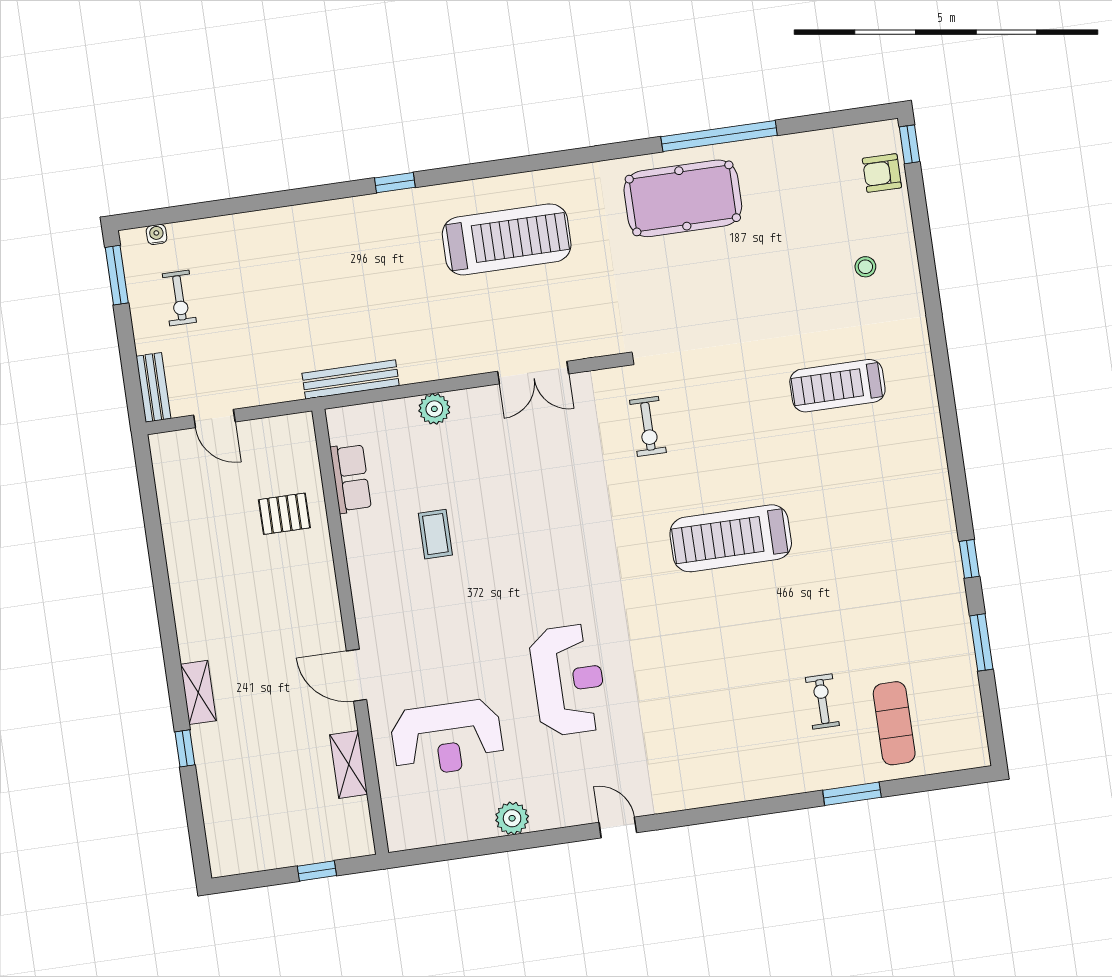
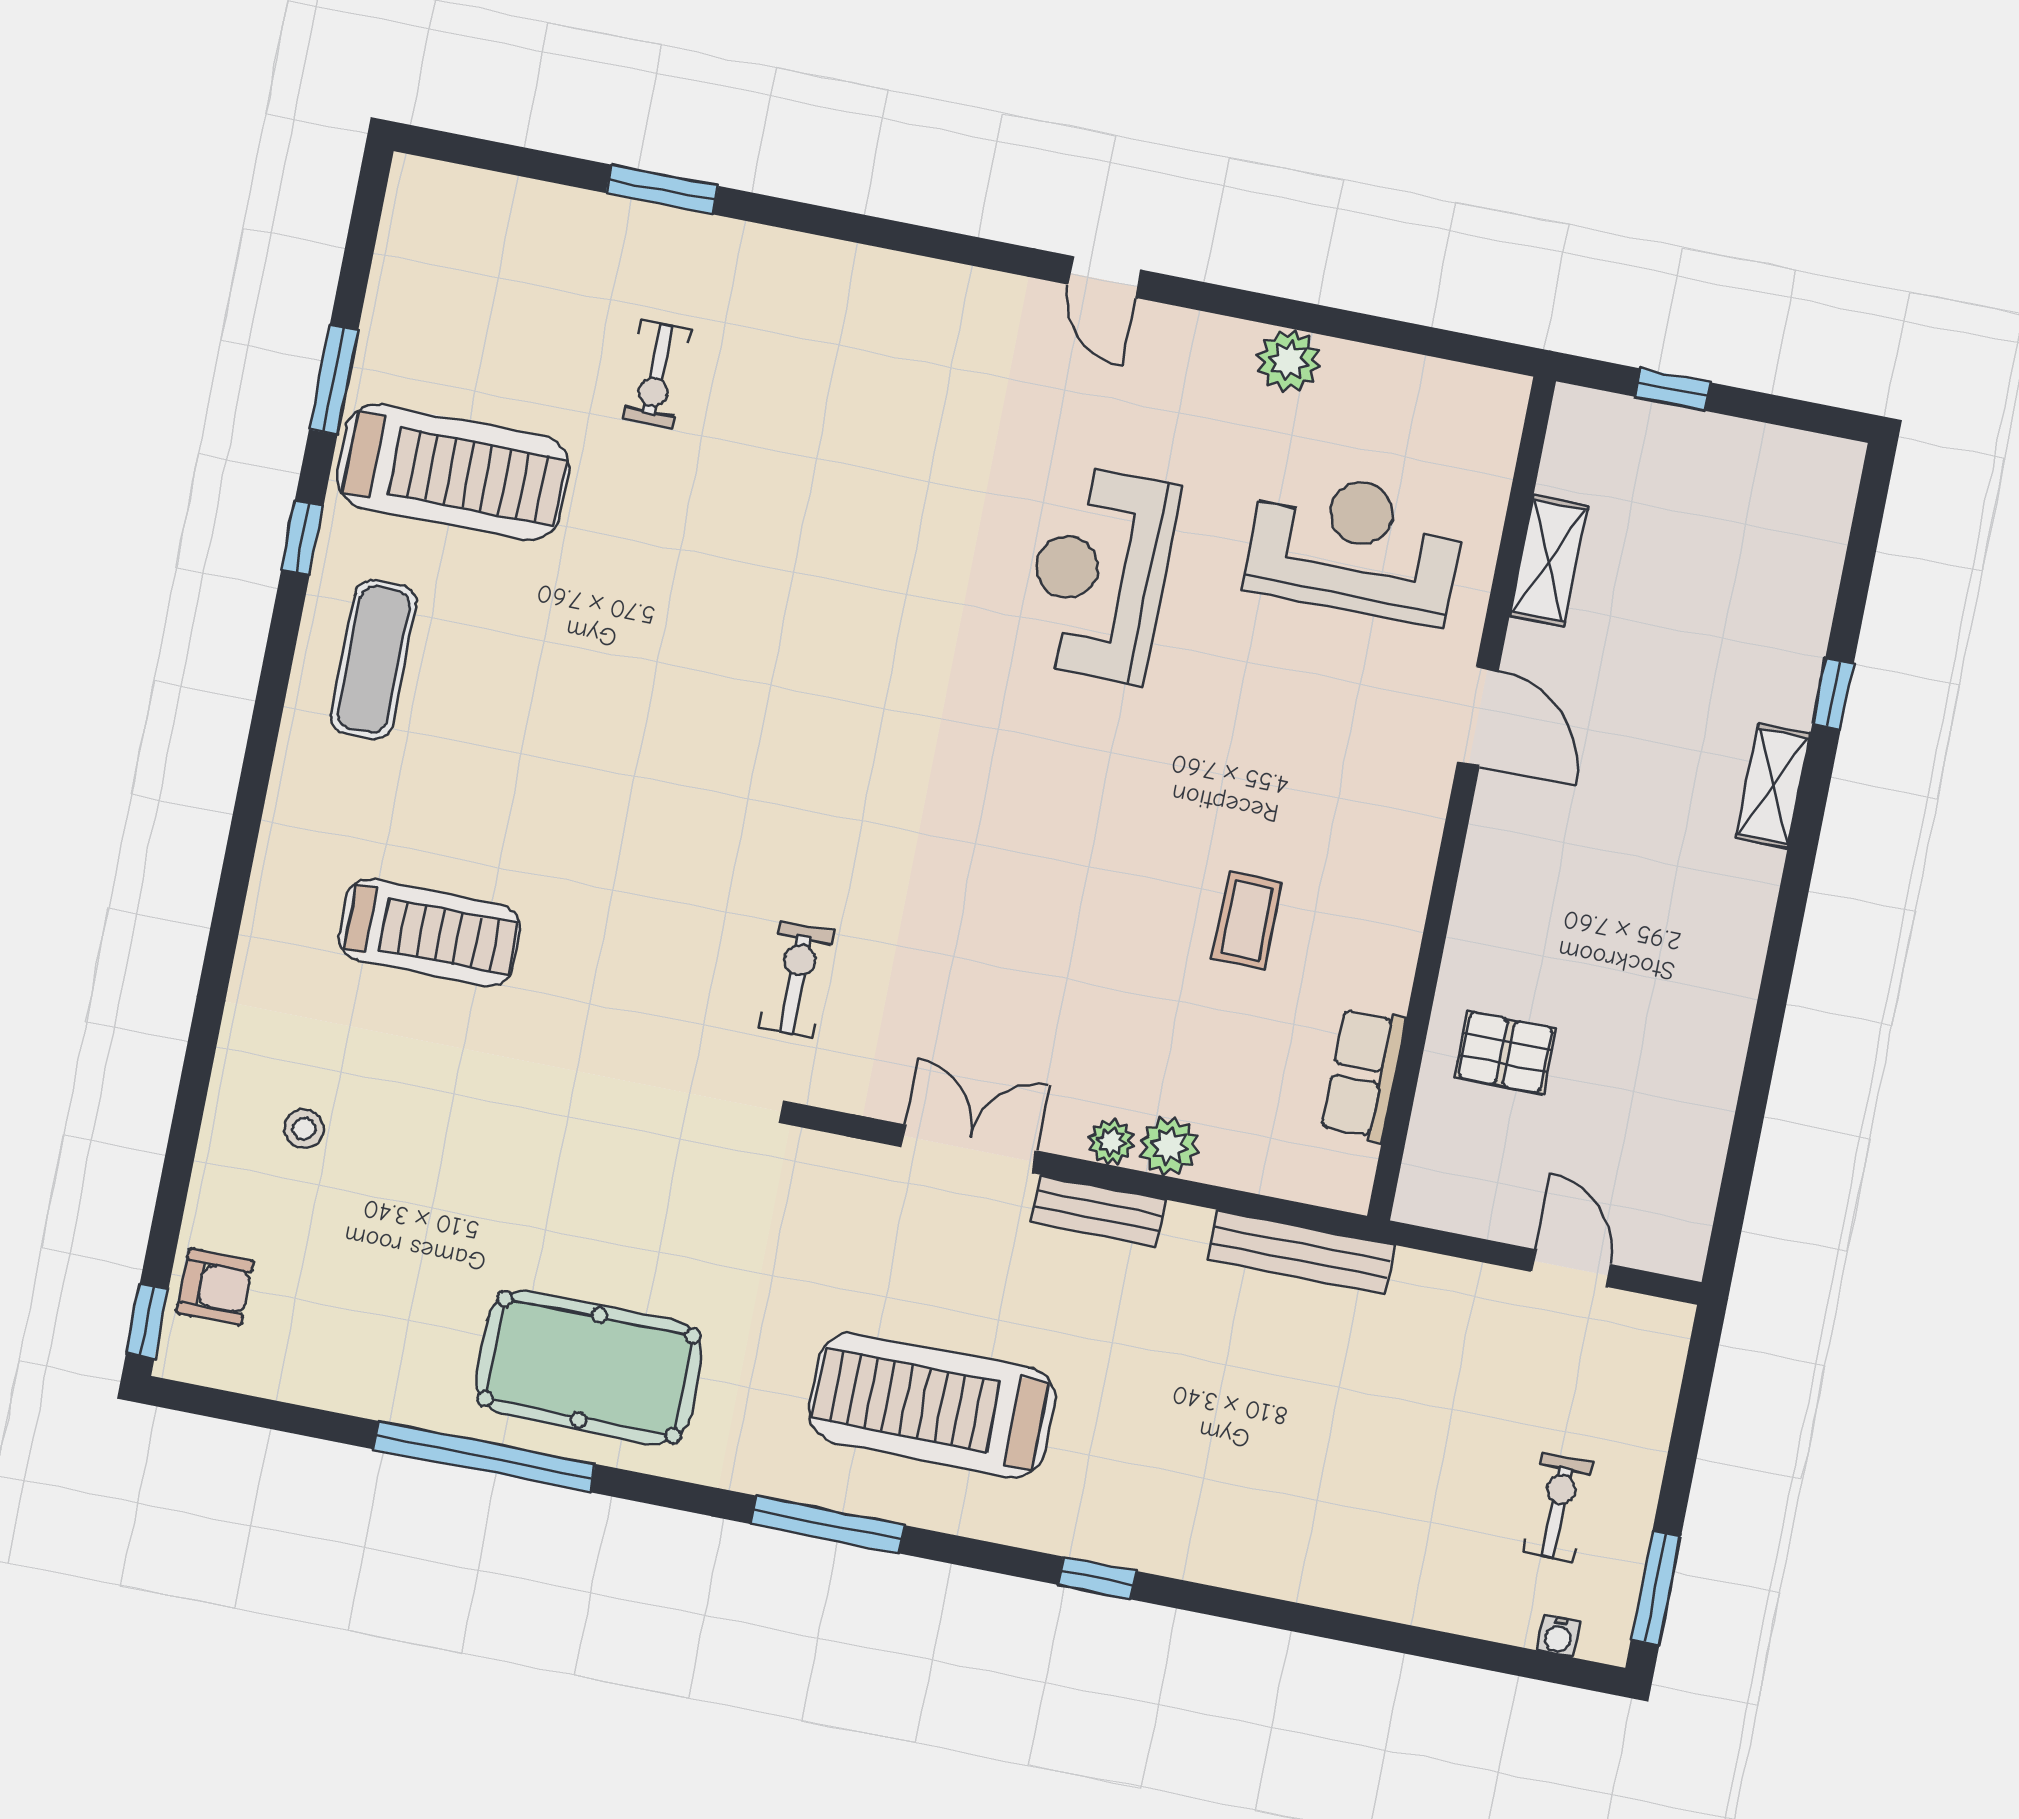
window: (537, 162) -> (828, 1525), added
bench: (153, 387) -> (1099, 1211), moved, turned 90
plant: (464, 401) -> (1111, 1142), added
treadmill: (731, 538) -> (453, 472), moved
exercise mat: (894, 723) -> (374, 659), moved

